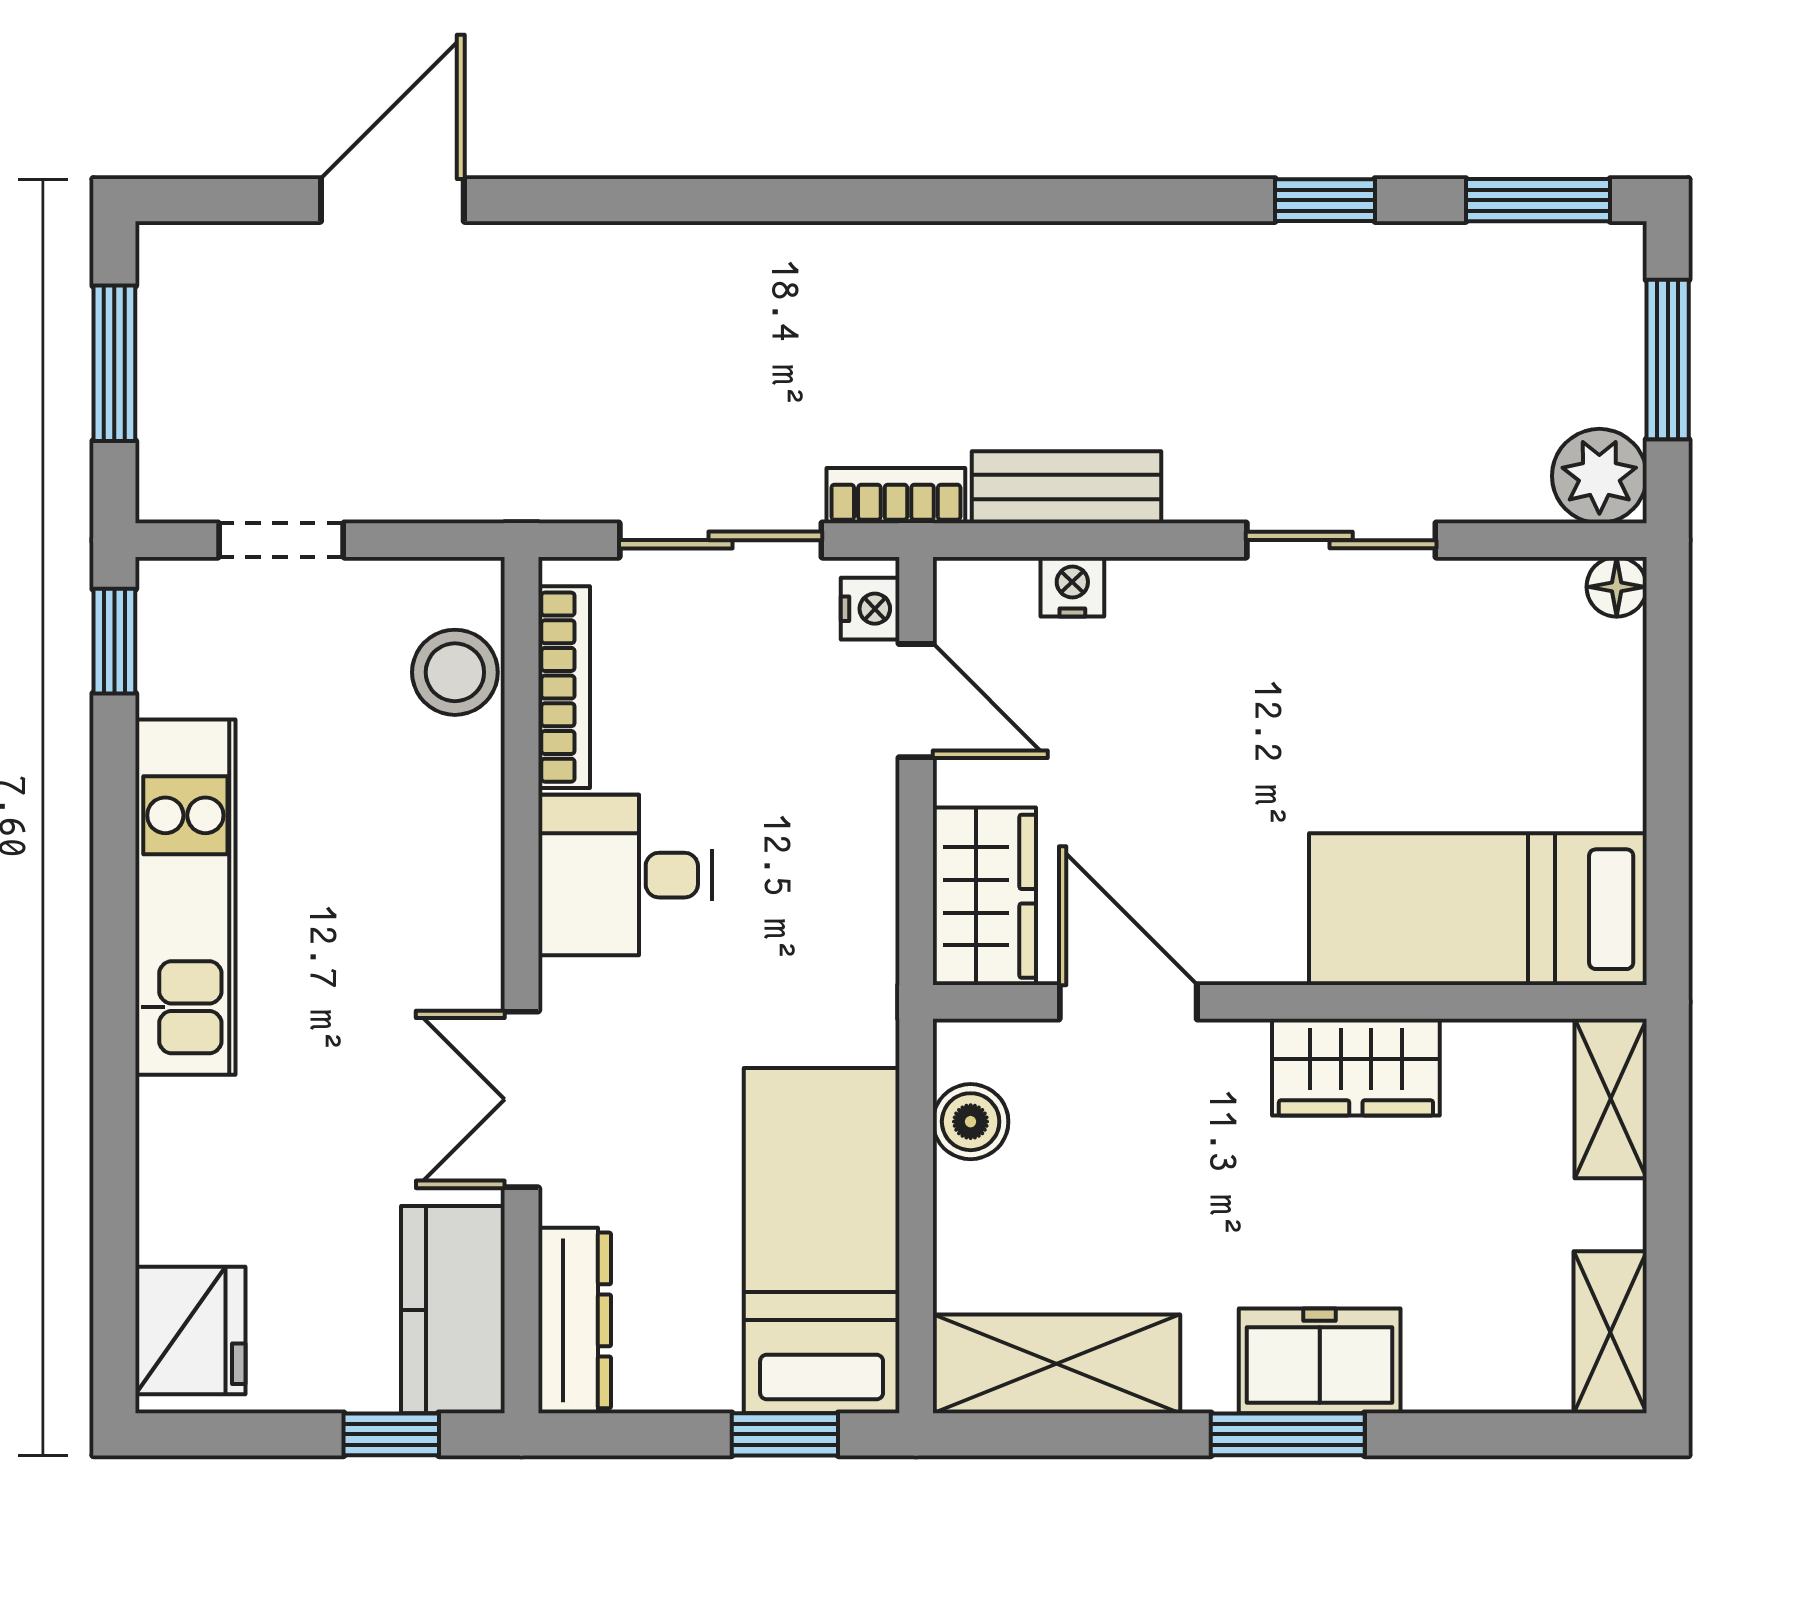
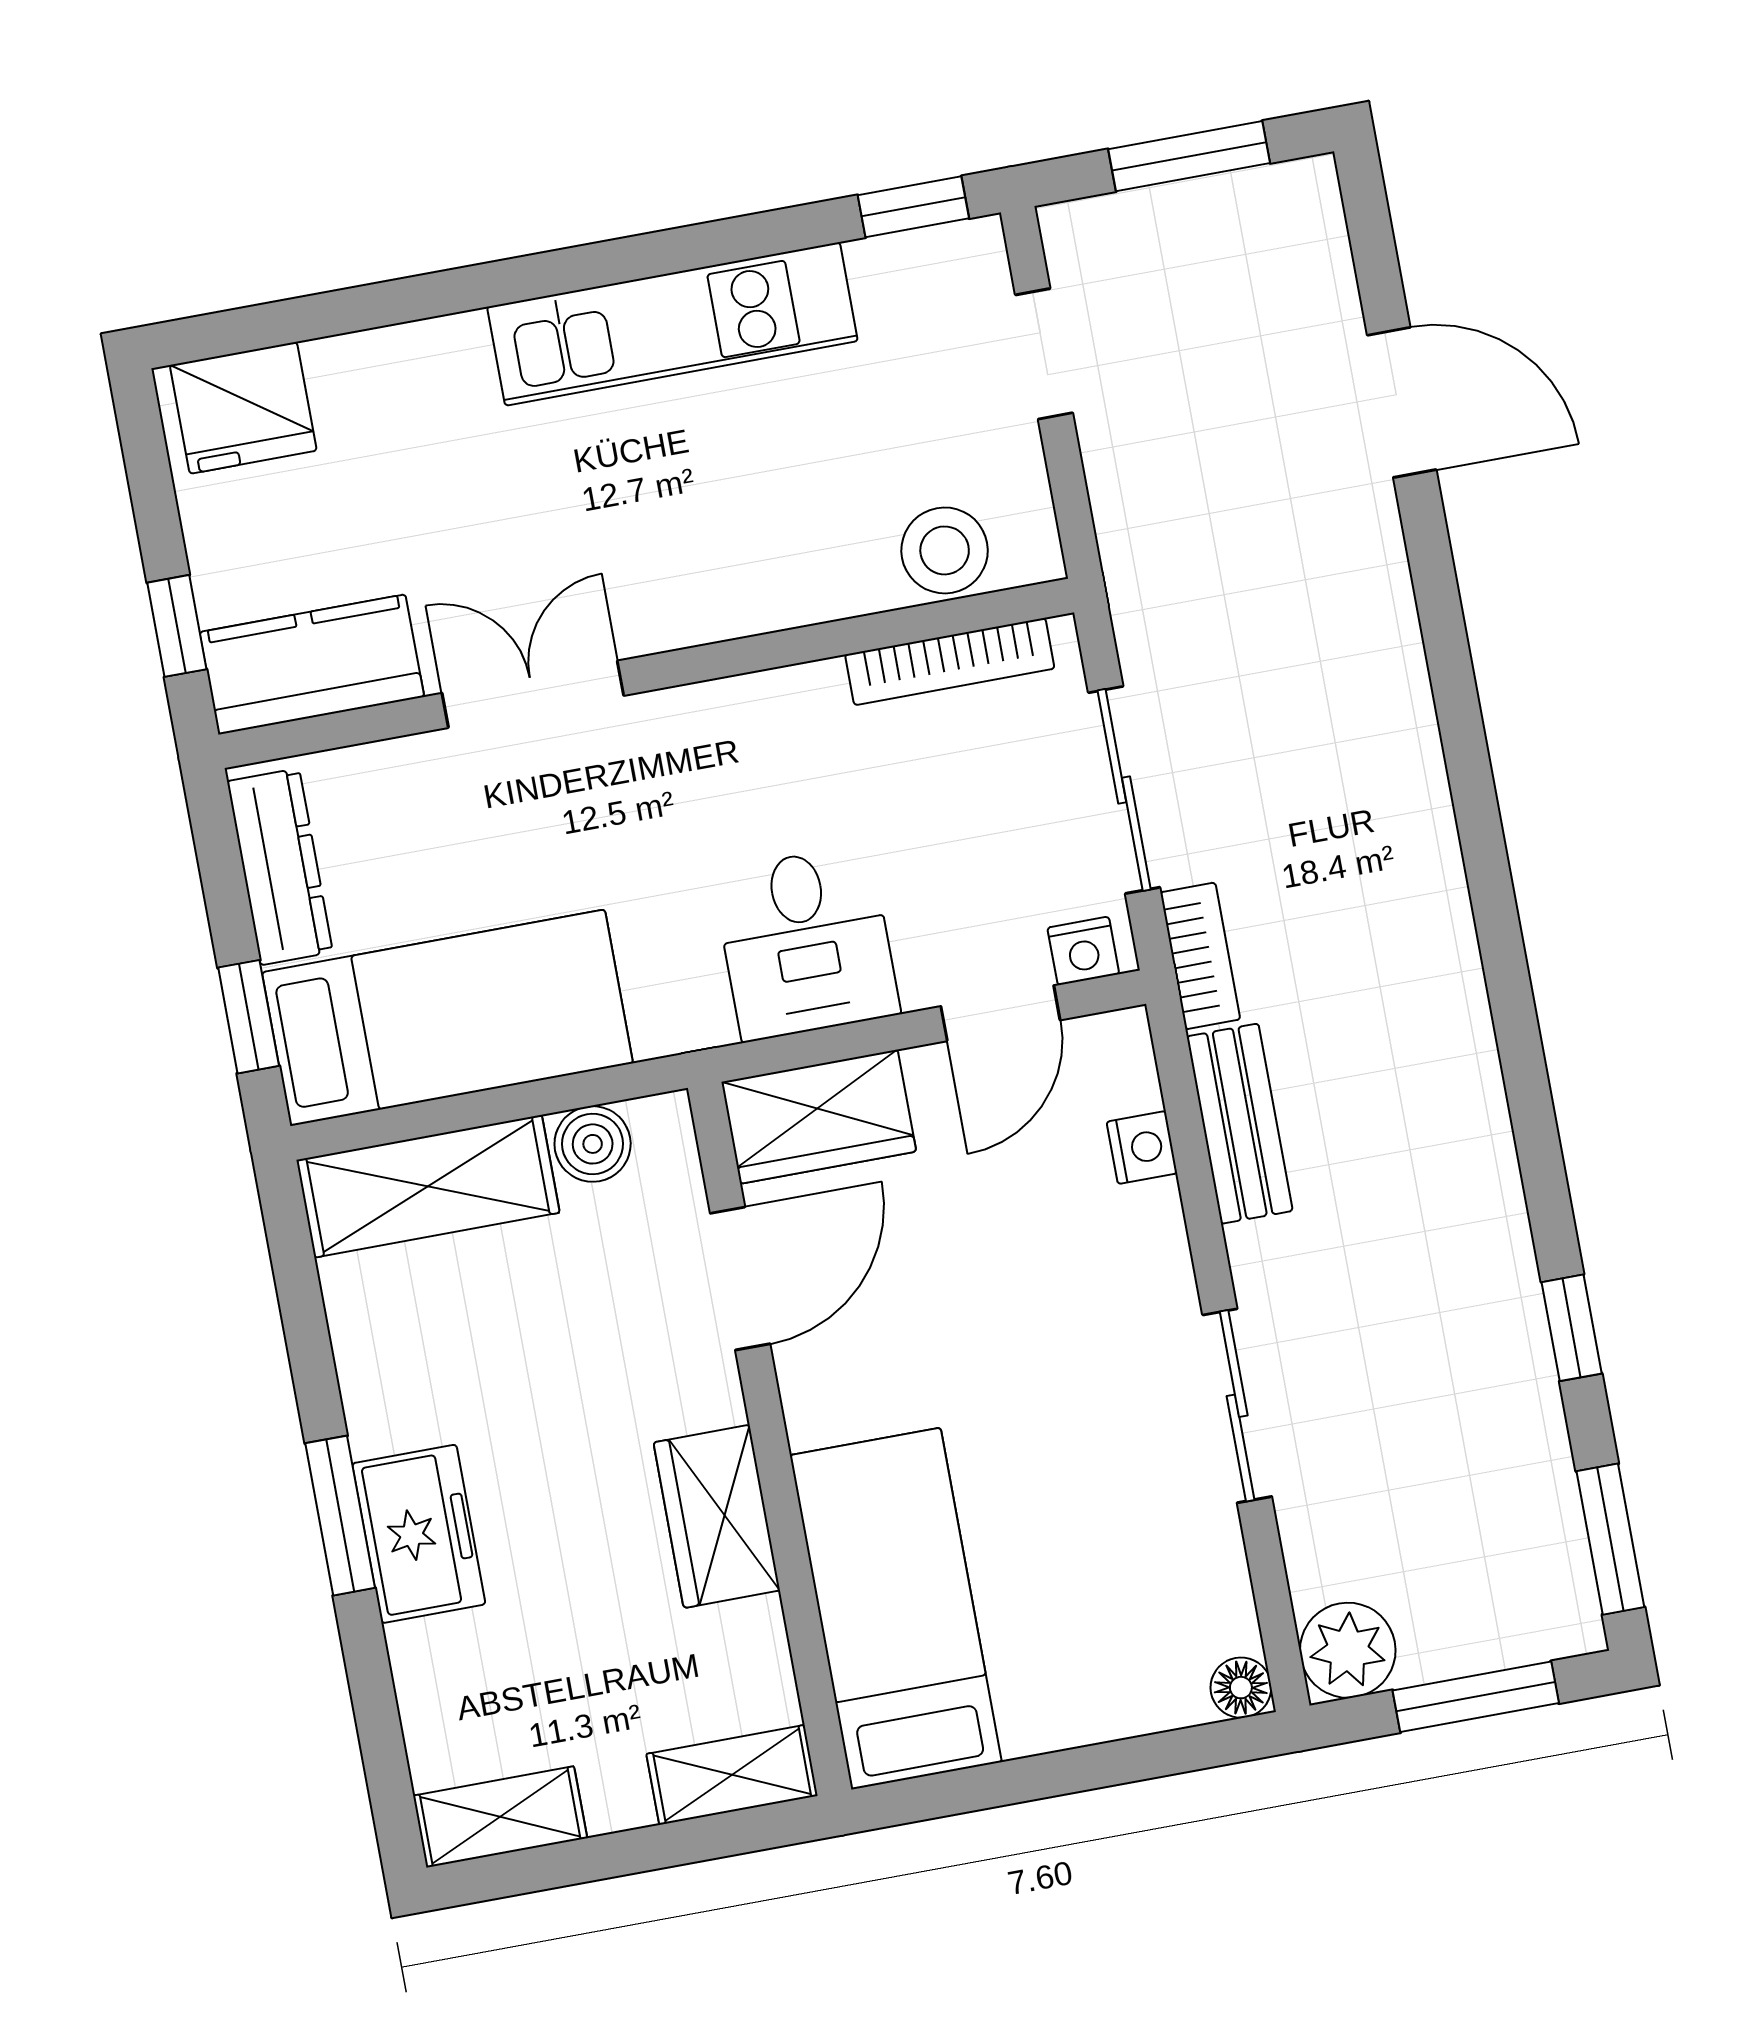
desk: (625, 875) -> (806, 943), moved, turned 180
dresser: (575, 1320) -> (280, 867), moved, turned -90
shelving: (1057, 1364) -> (428, 1186), moved, turned 90

